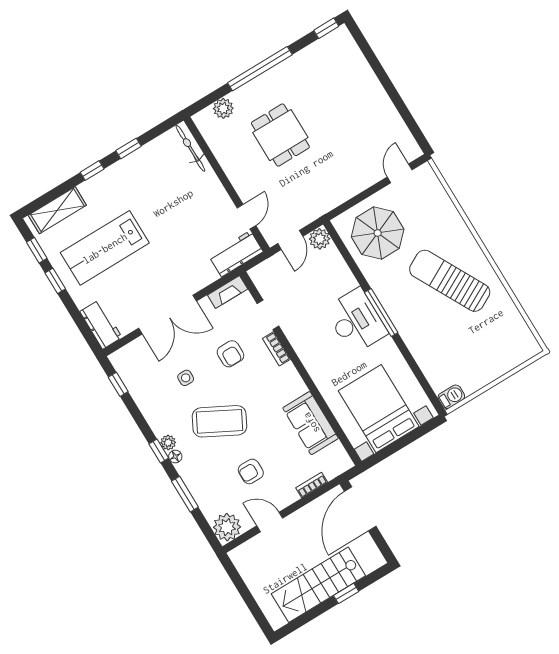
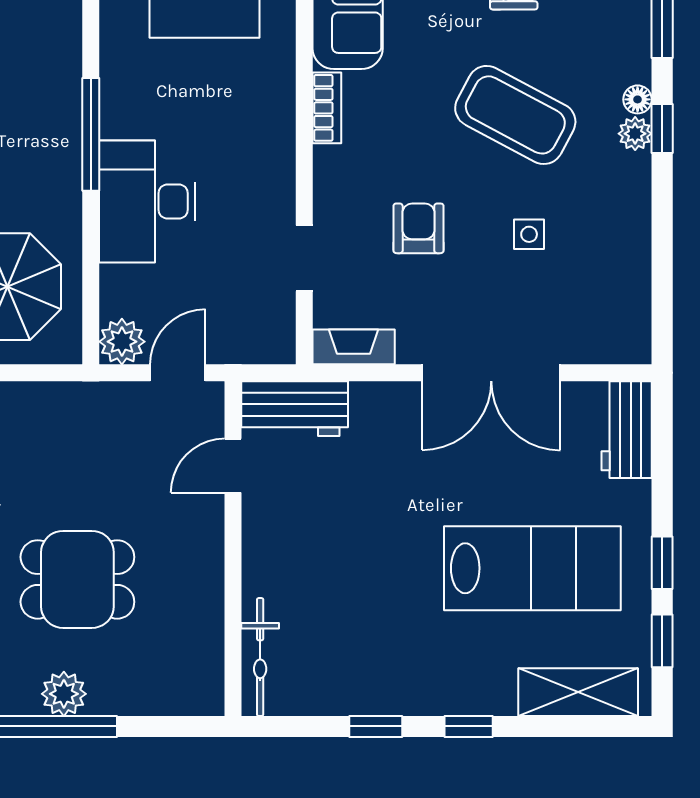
plant: (223, 108) -> (64, 694), moved
dining table: (280, 135) -> (77, 579), turned 90
double door: (168, 315) -> (491, 373), swing flipped
desk: (356, 321) -> (147, 202), moved
bookcase: (277, 349) -> (327, 108), moved
window: (118, 384) -> (662, 299), removed

